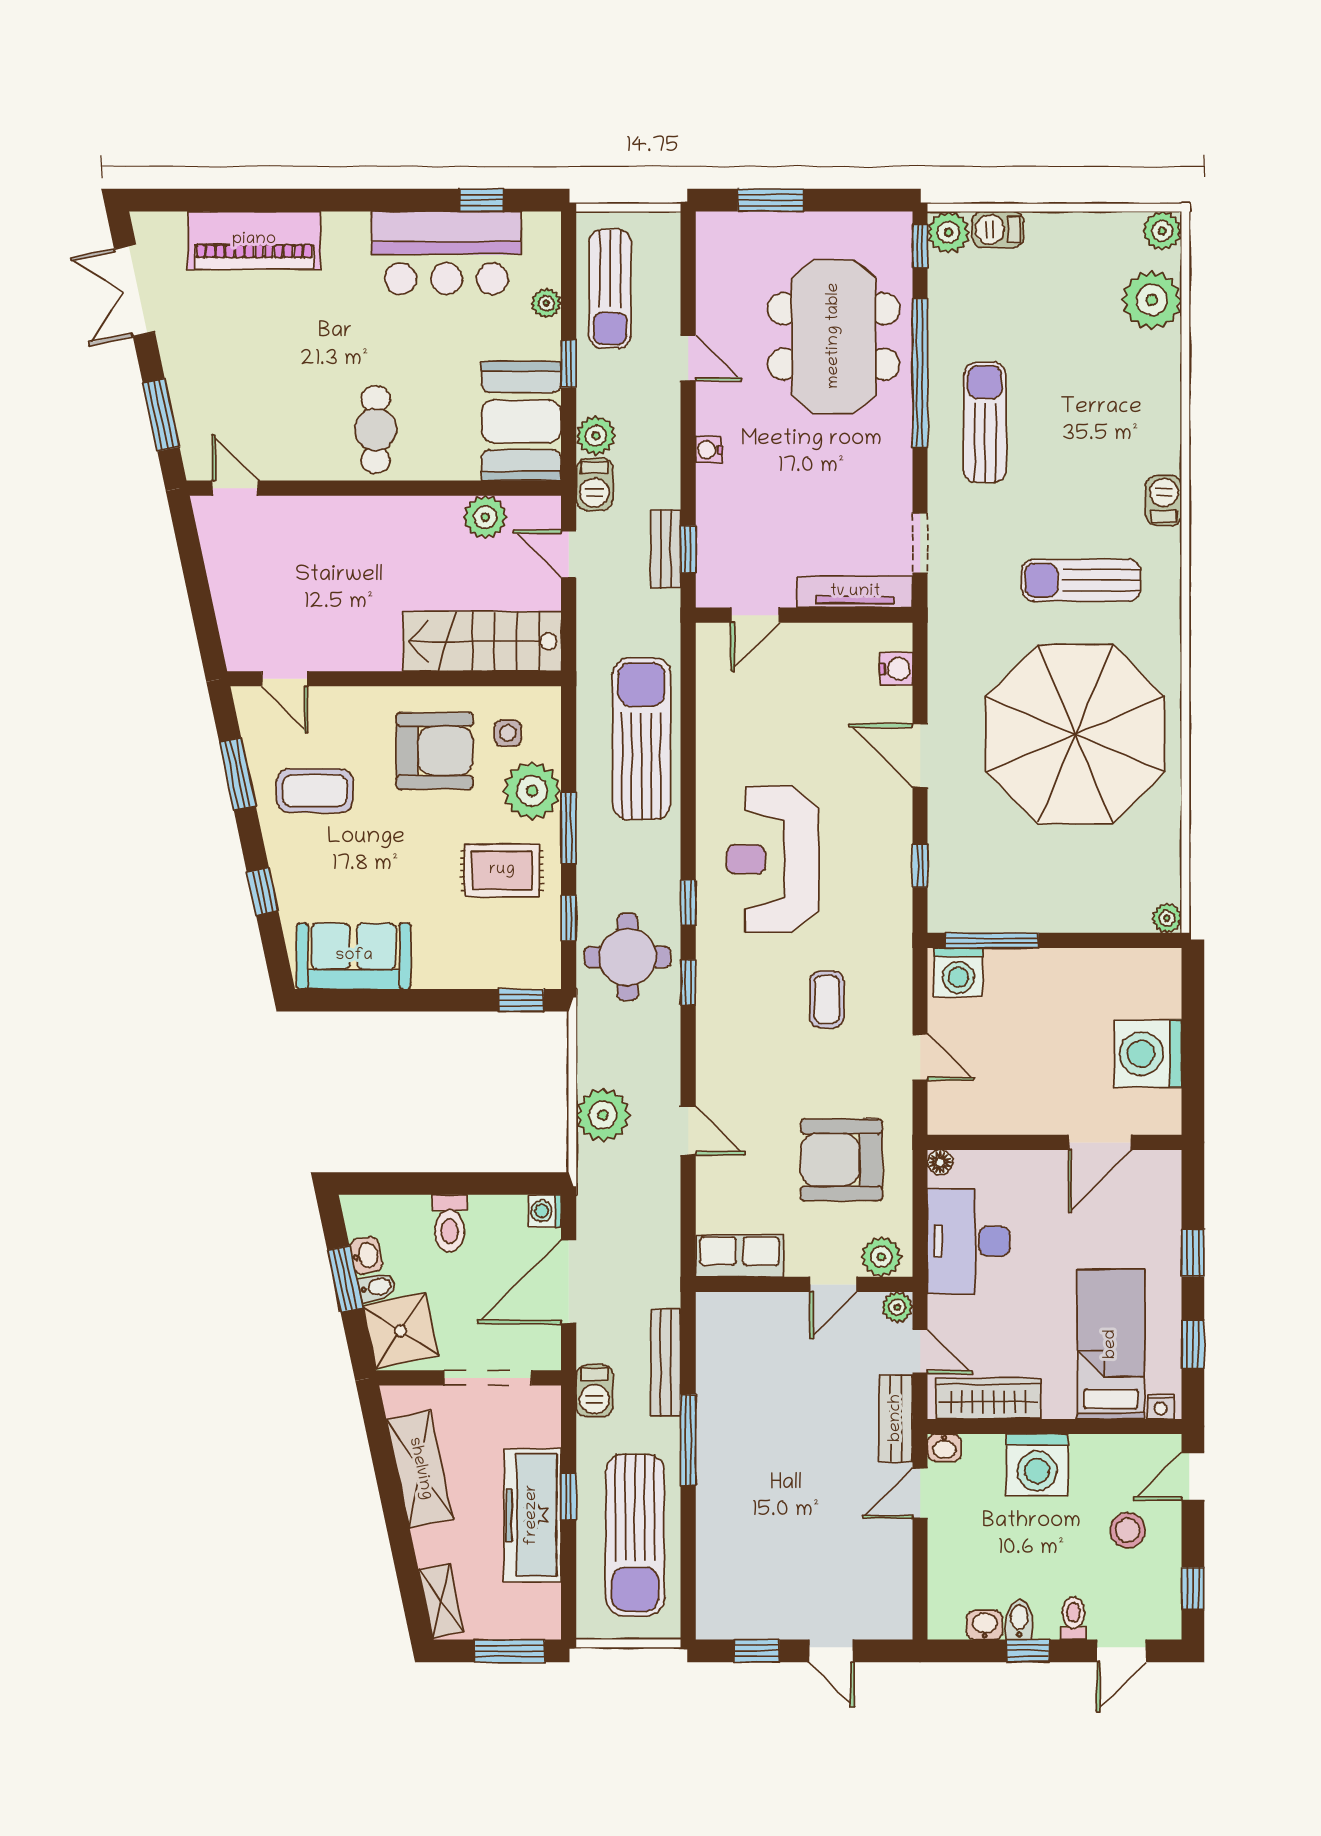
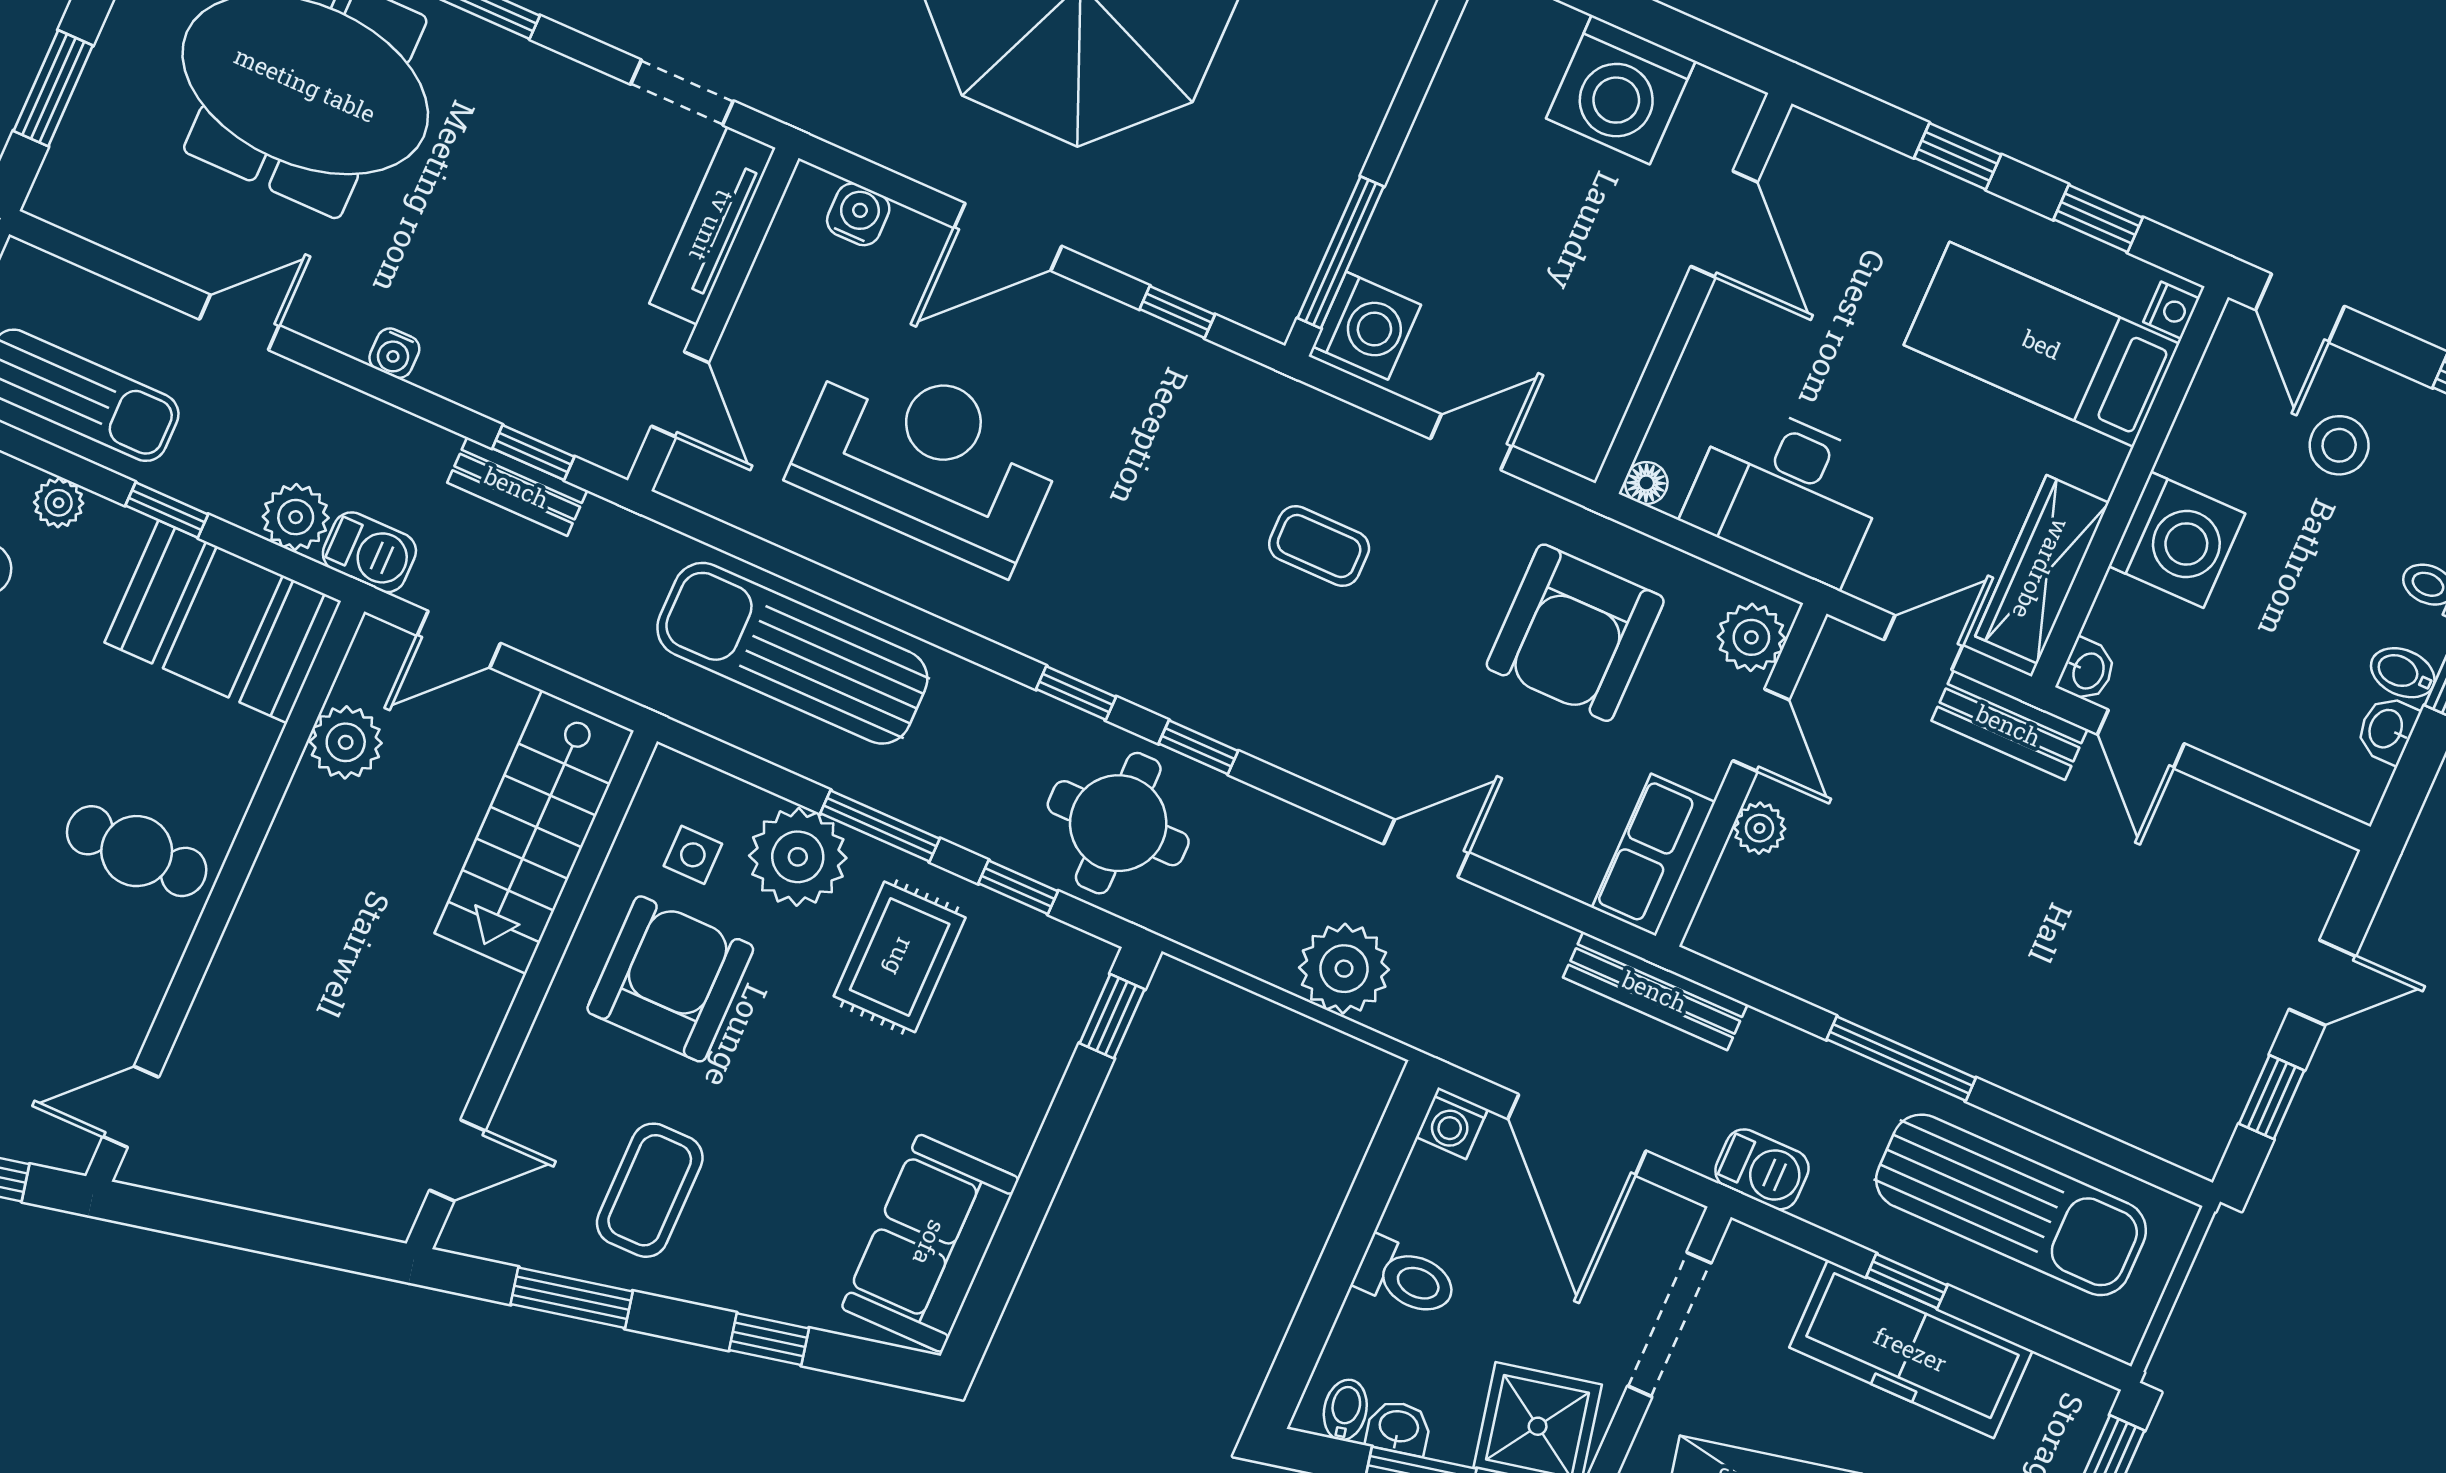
reception desk: (773, 859) -> (927, 459), moved, turned 180
bidet: (377, 1287) -> (1345, 1410), moved
plant: (897, 1307) -> (1759, 828), moved
bench: (666, 1362) -> (1655, 991), moved

